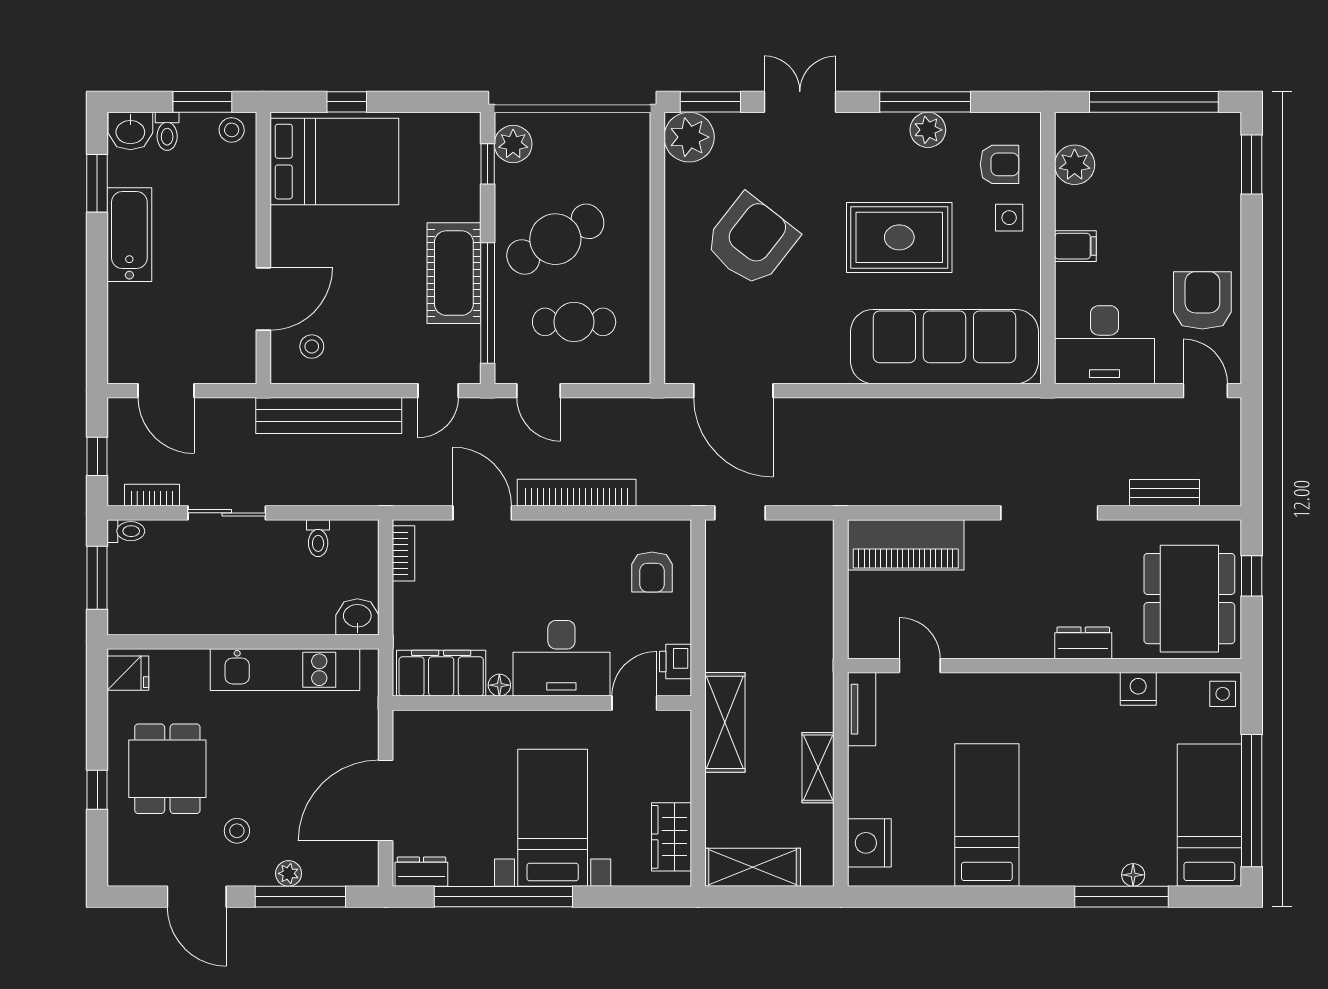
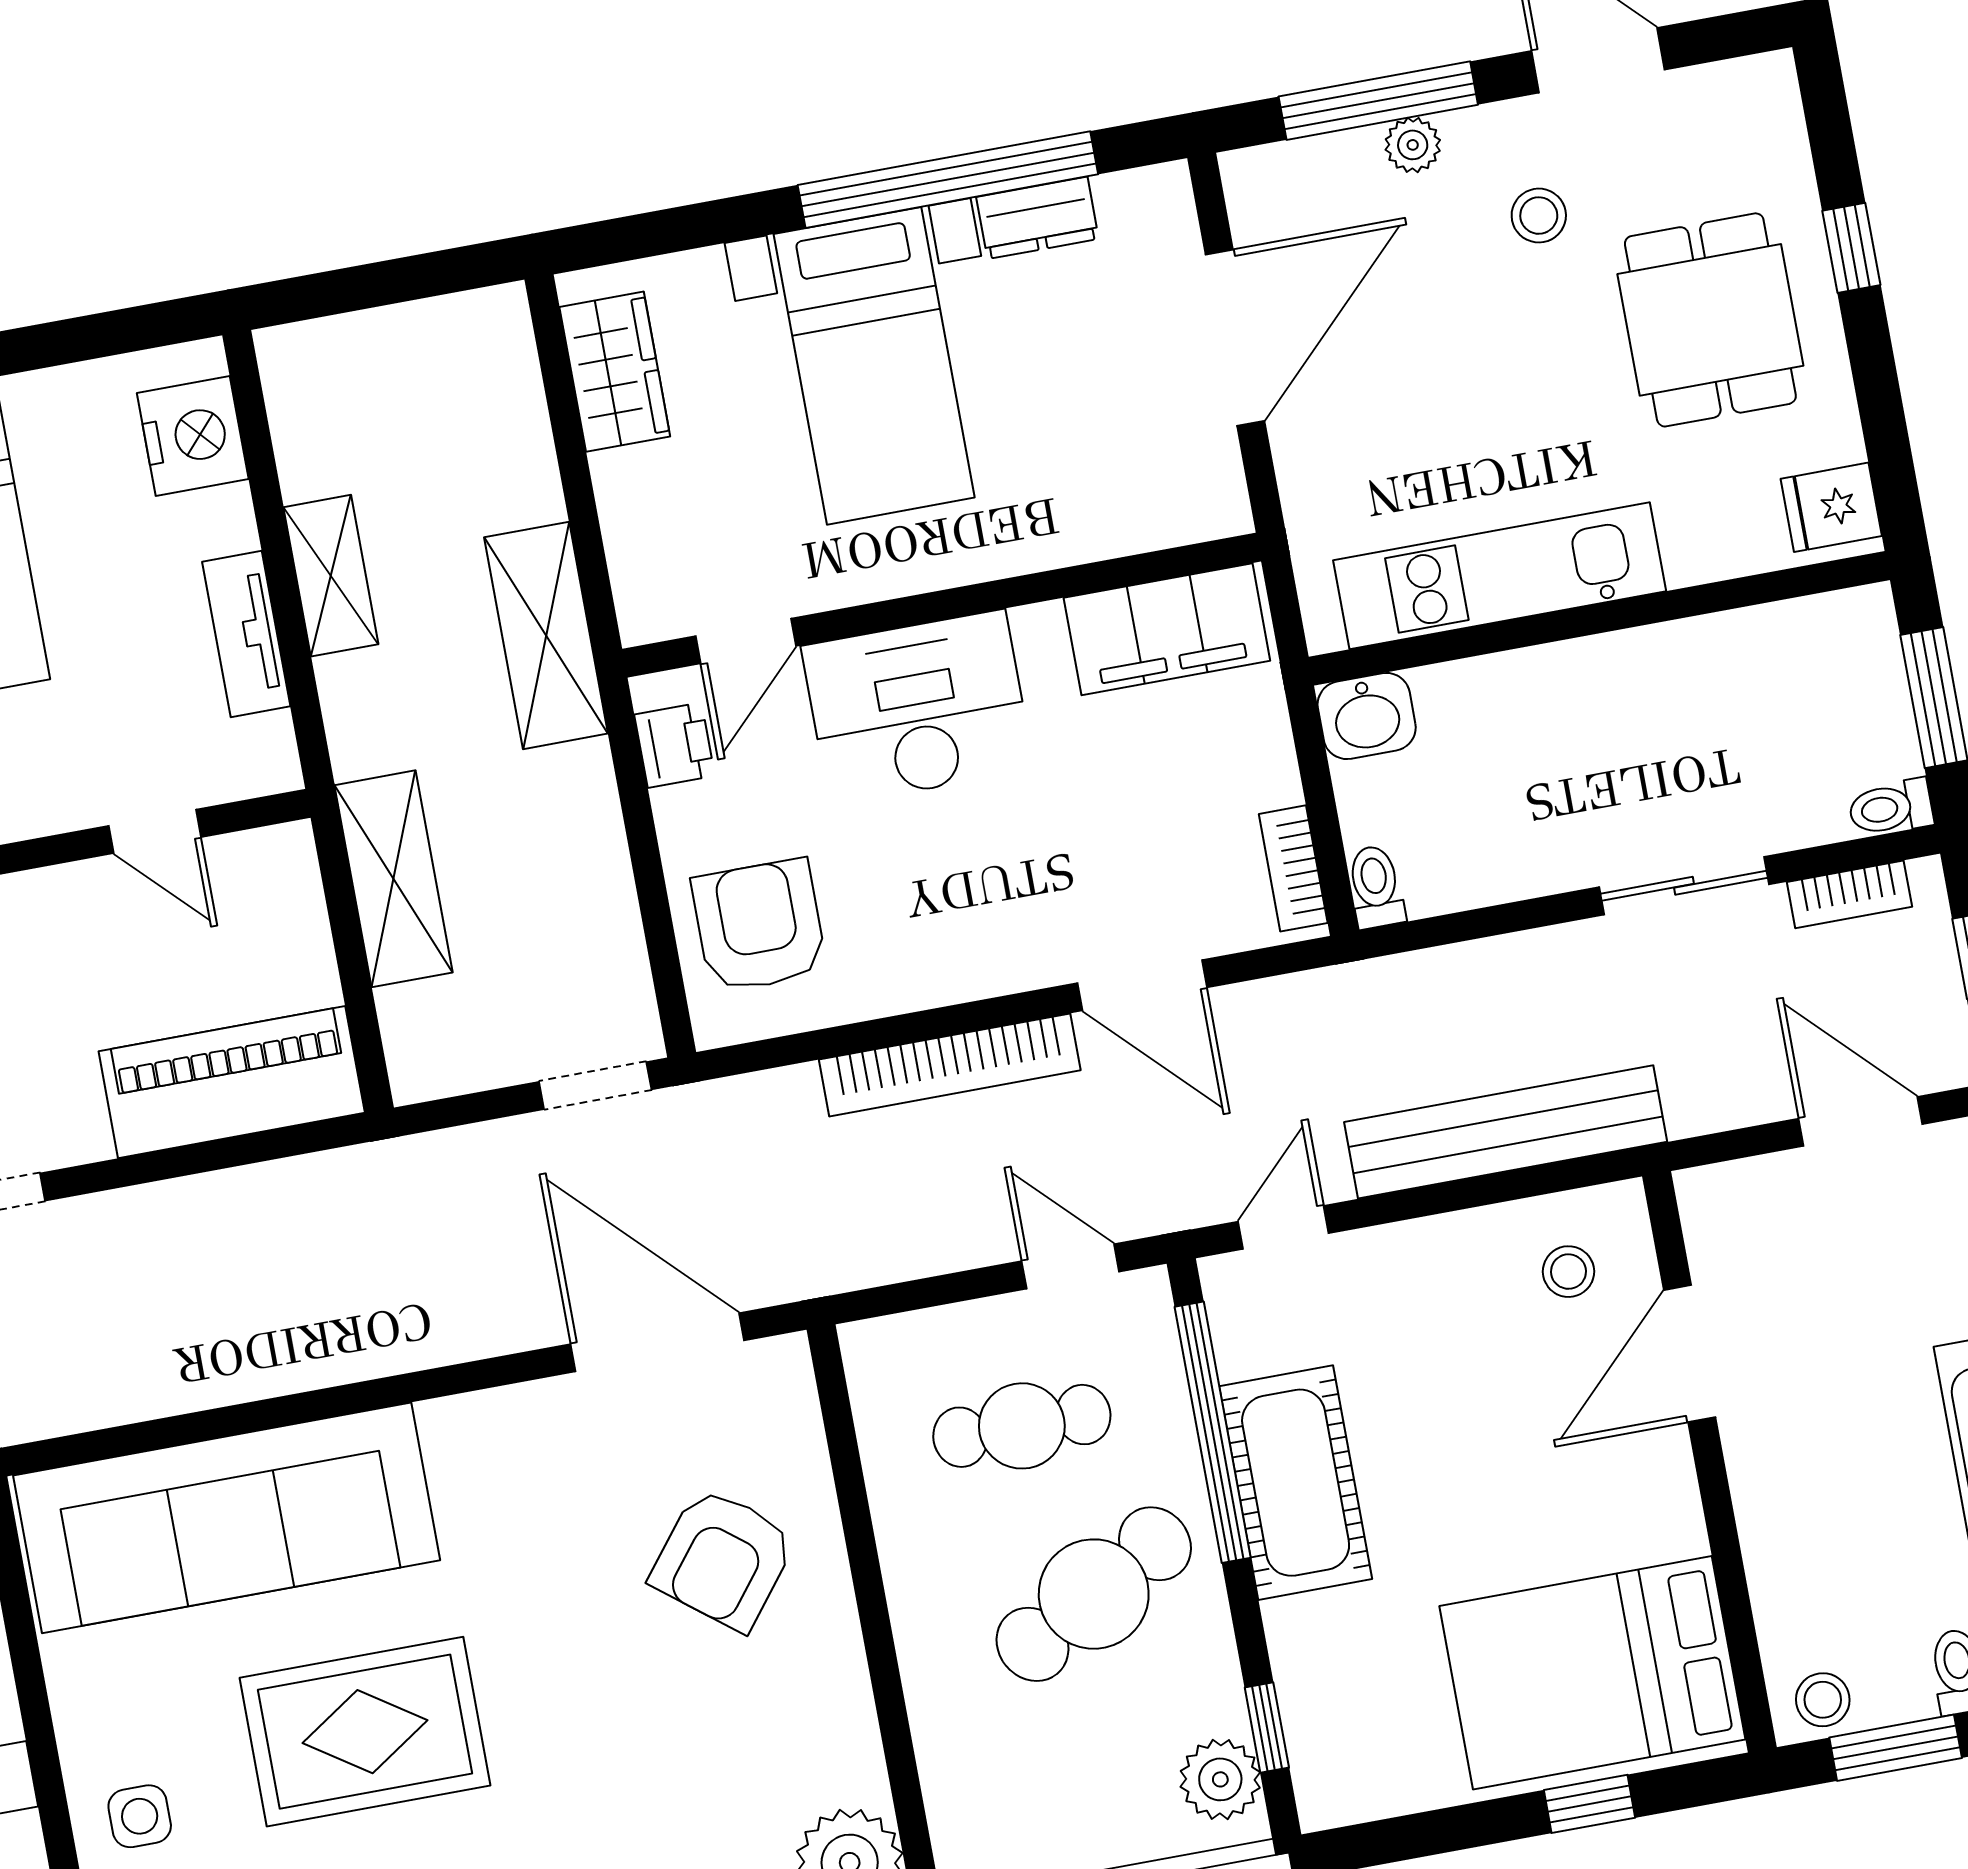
armchair: (751, 240) -> (723, 1559), moved, width x0.73, depth x0.73
toilet: (318, 538) -> (1376, 887), moved
armchair: (652, 572) -> (759, 926), width x1.38, depth x1.38
floor lamp: (499, 685) -> (1039, 626), removed
tv unit: (862, 709) -> (246, 634), moved
shelving: (753, 867) -> (394, 879), moved, turned 90
dresser: (421, 872) -> (1037, 218), moved

